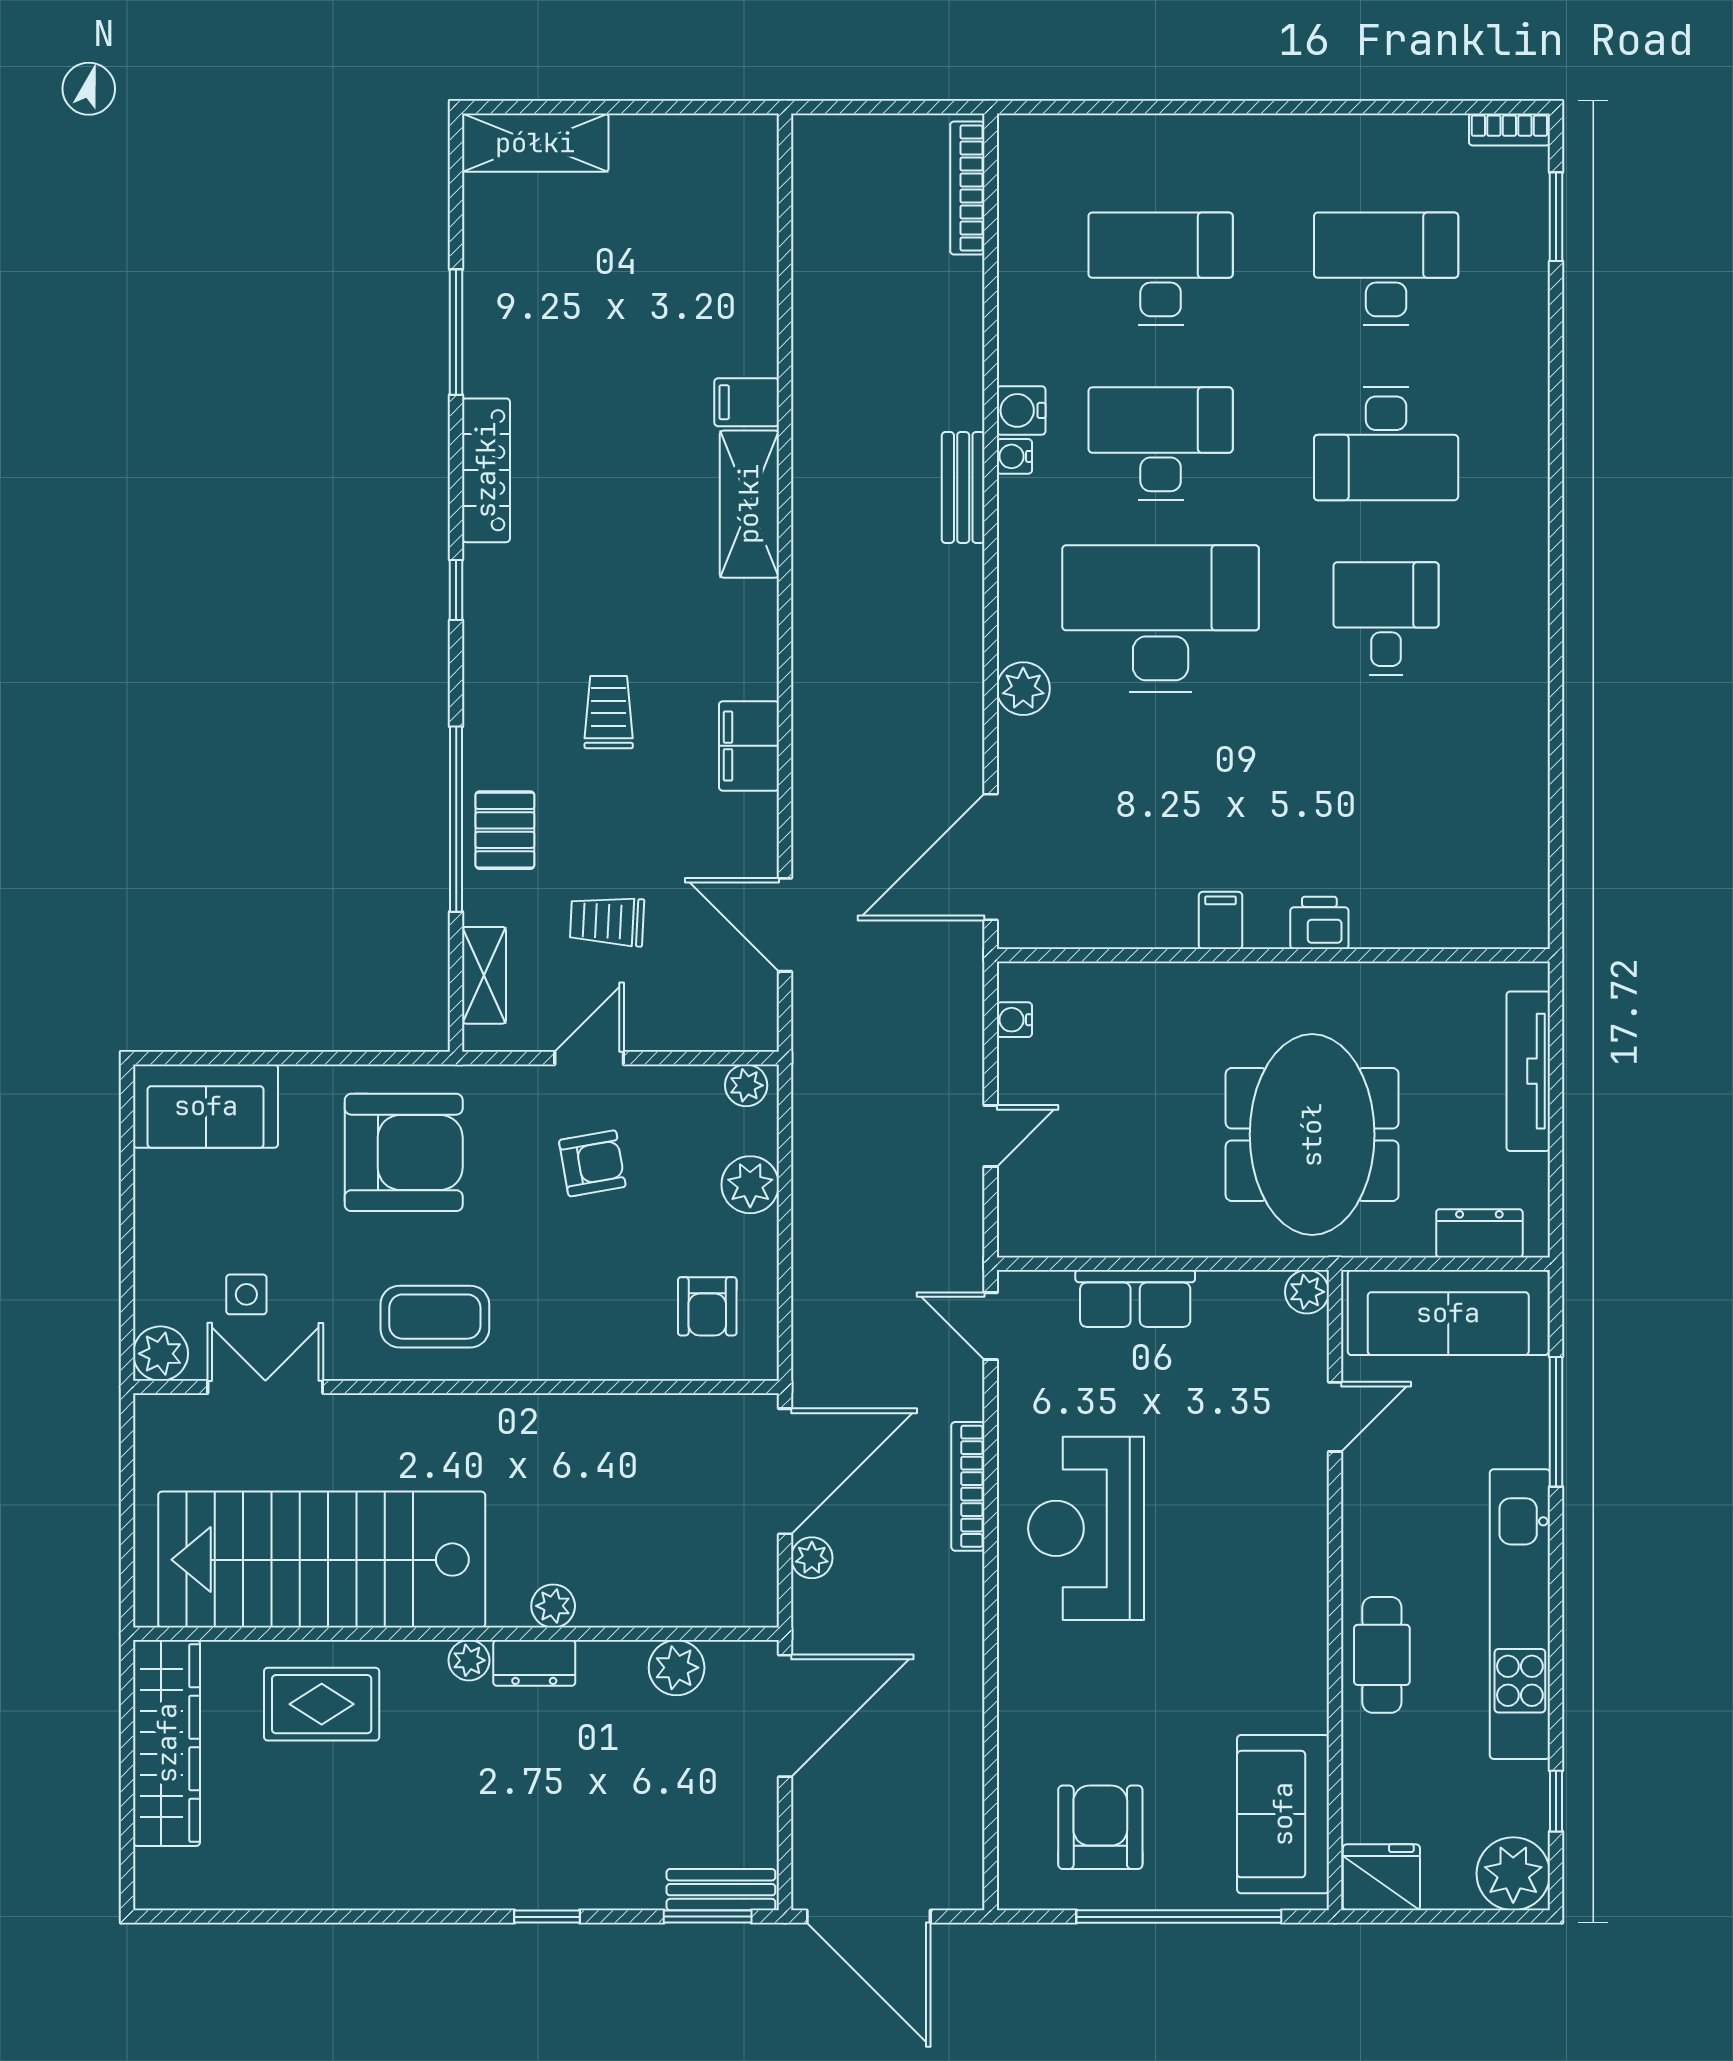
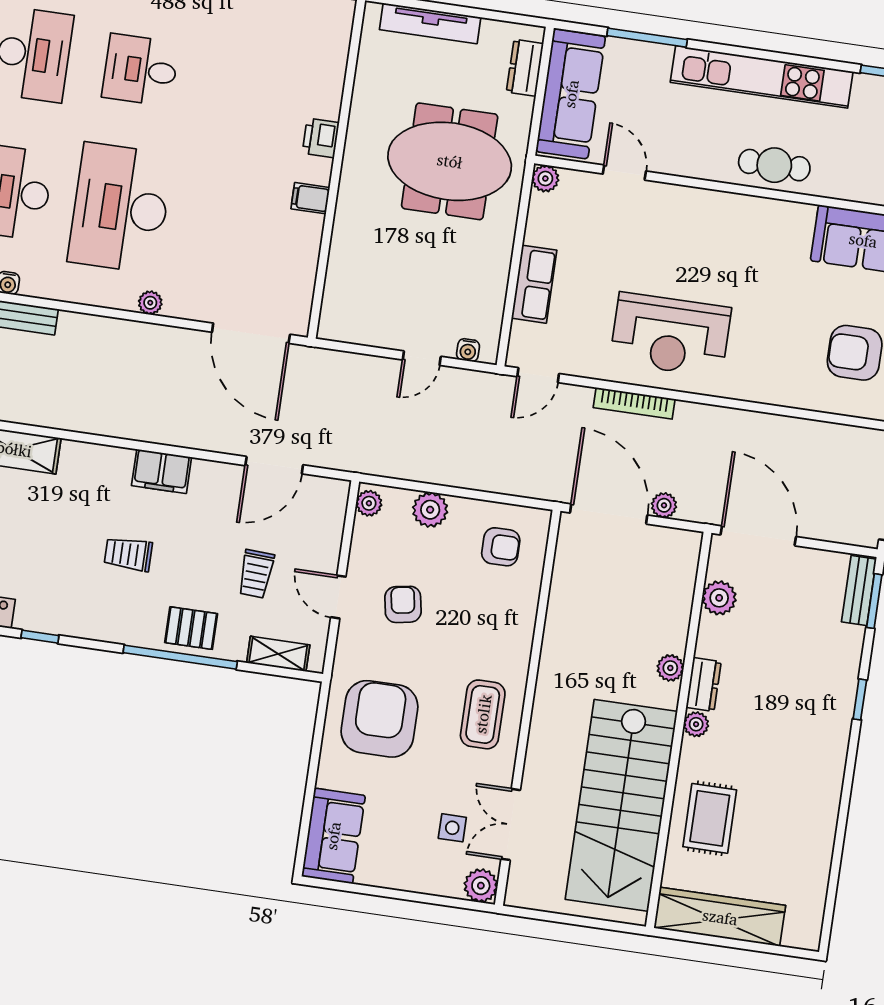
plant: (1023, 689) -> (150, 303), width x0.73, depth x0.73
water cooler: (1014, 1020) -> (468, 350), moved
door: (991, 1136) -> (422, 358), swing flipped

